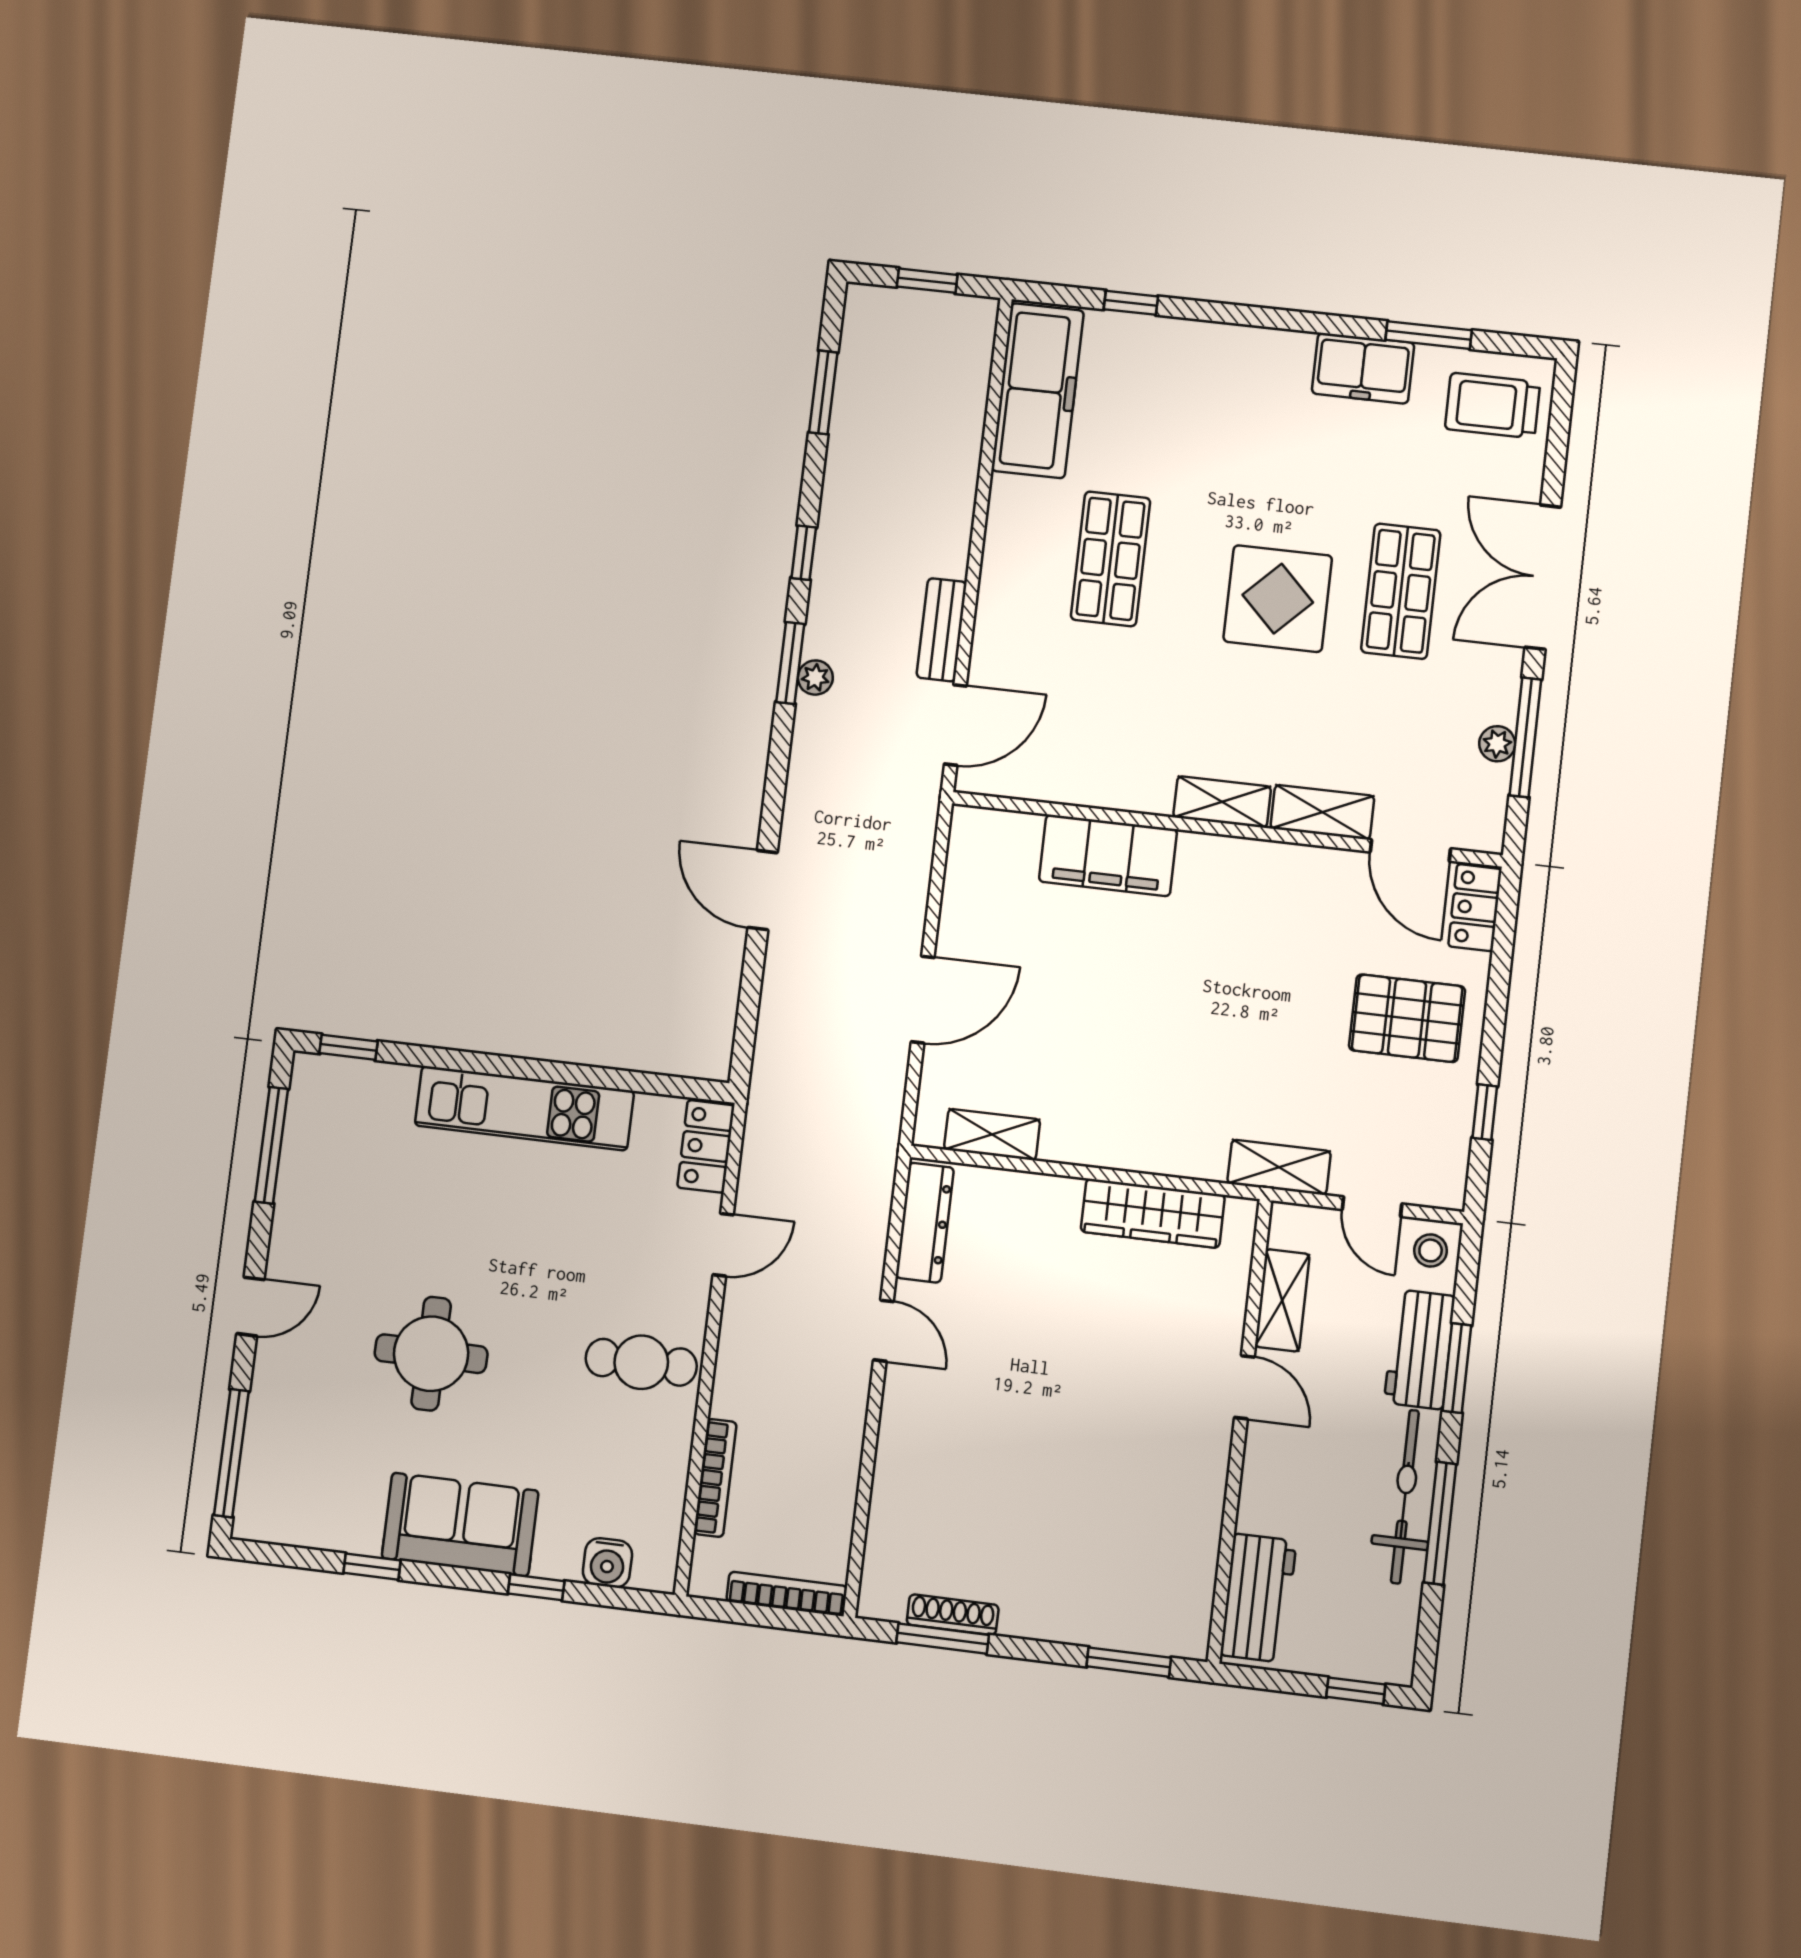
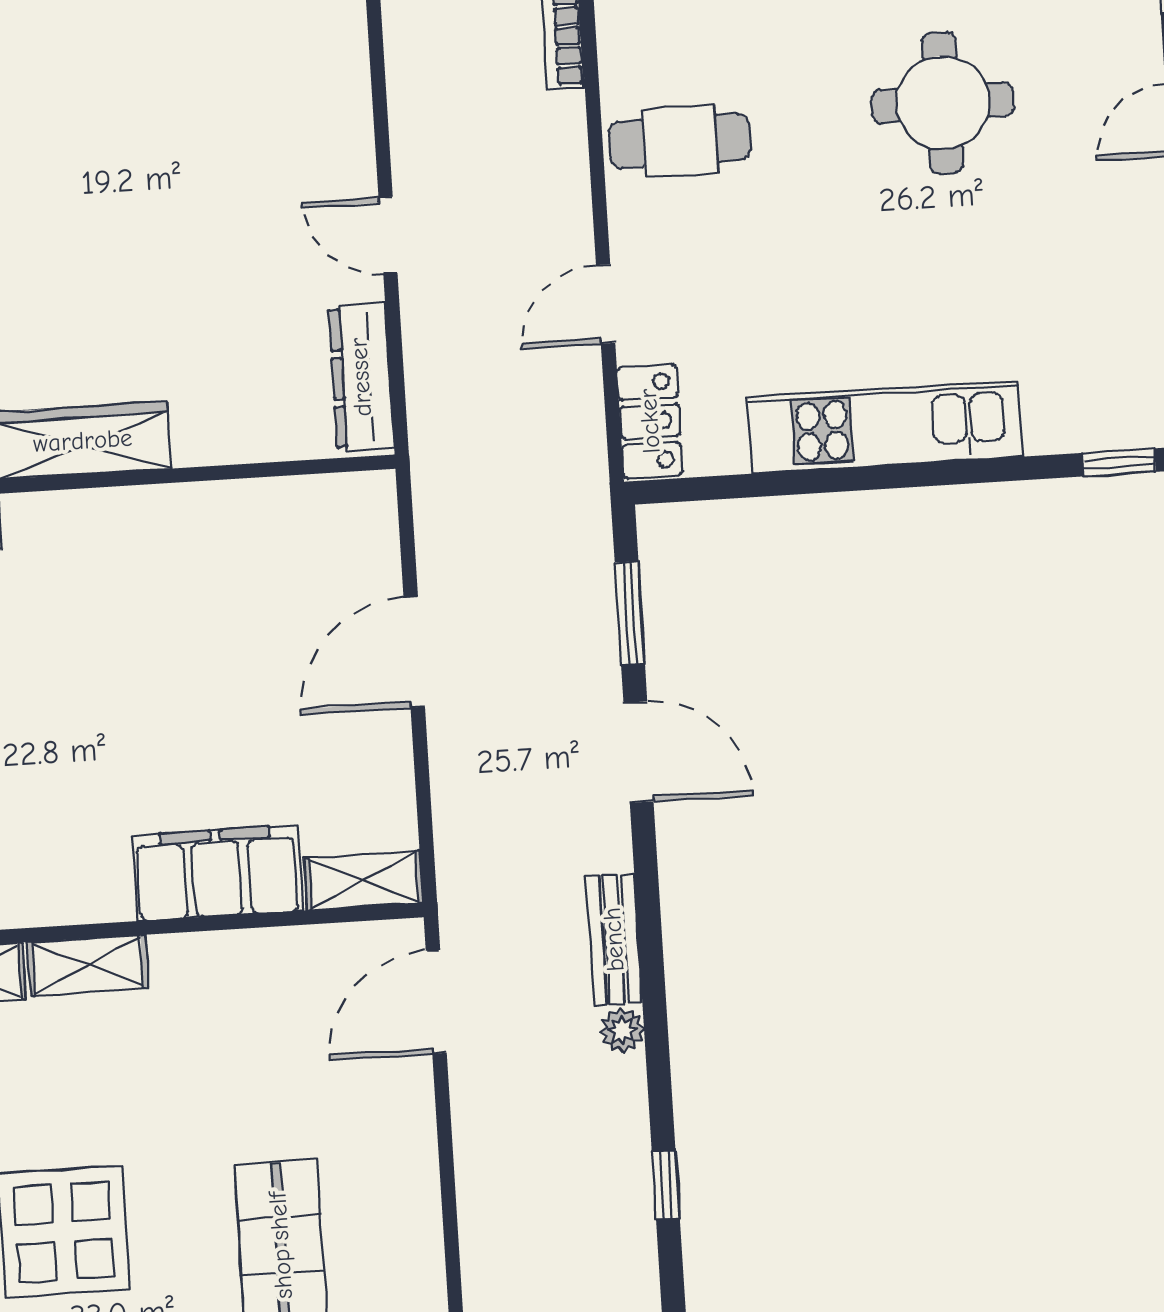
bench: (942, 630) -> (614, 939), moved
window: (790, 663) -> (630, 613), moved
shelving: (992, 1135) -> (363, 881), moved

